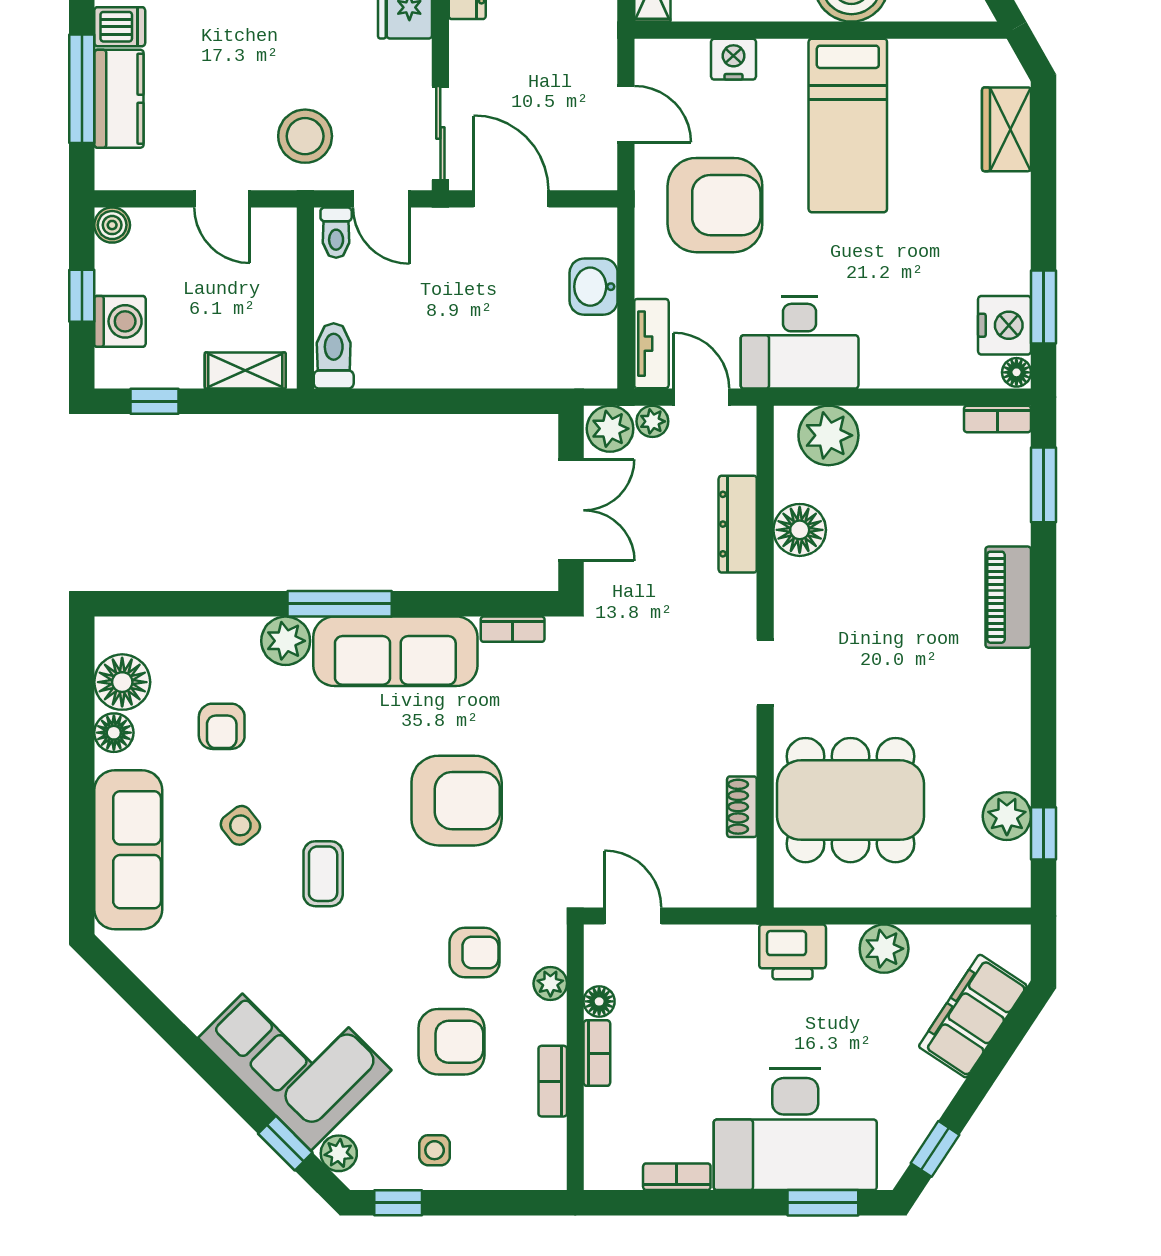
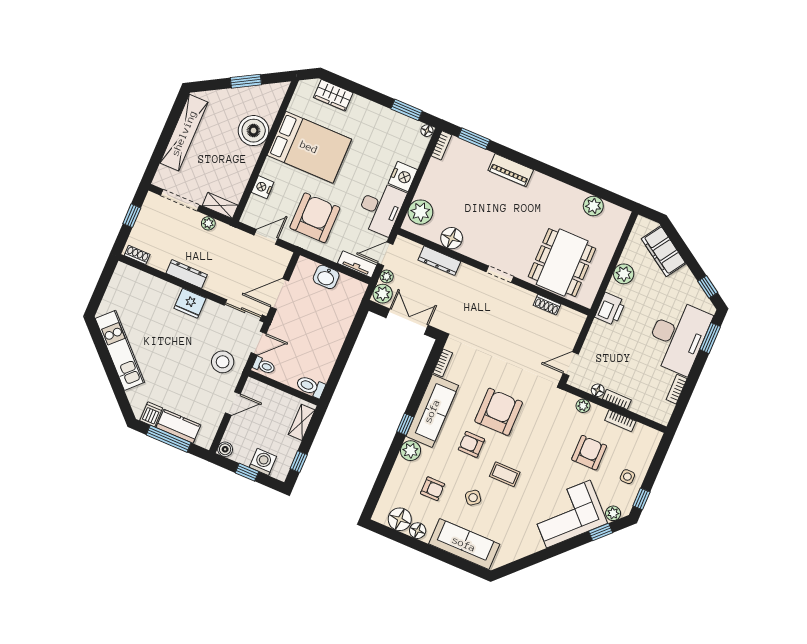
bed: (848, 125) -> (309, 147), width x1.50
nightstand: (1005, 325) -> (403, 177), moved, turned 90
window: (340, 604) -> (405, 424), width x0.46
window: (1044, 833) -> (606, 195), removed
armchair: (475, 953) -> (471, 444), moved, turned -90

